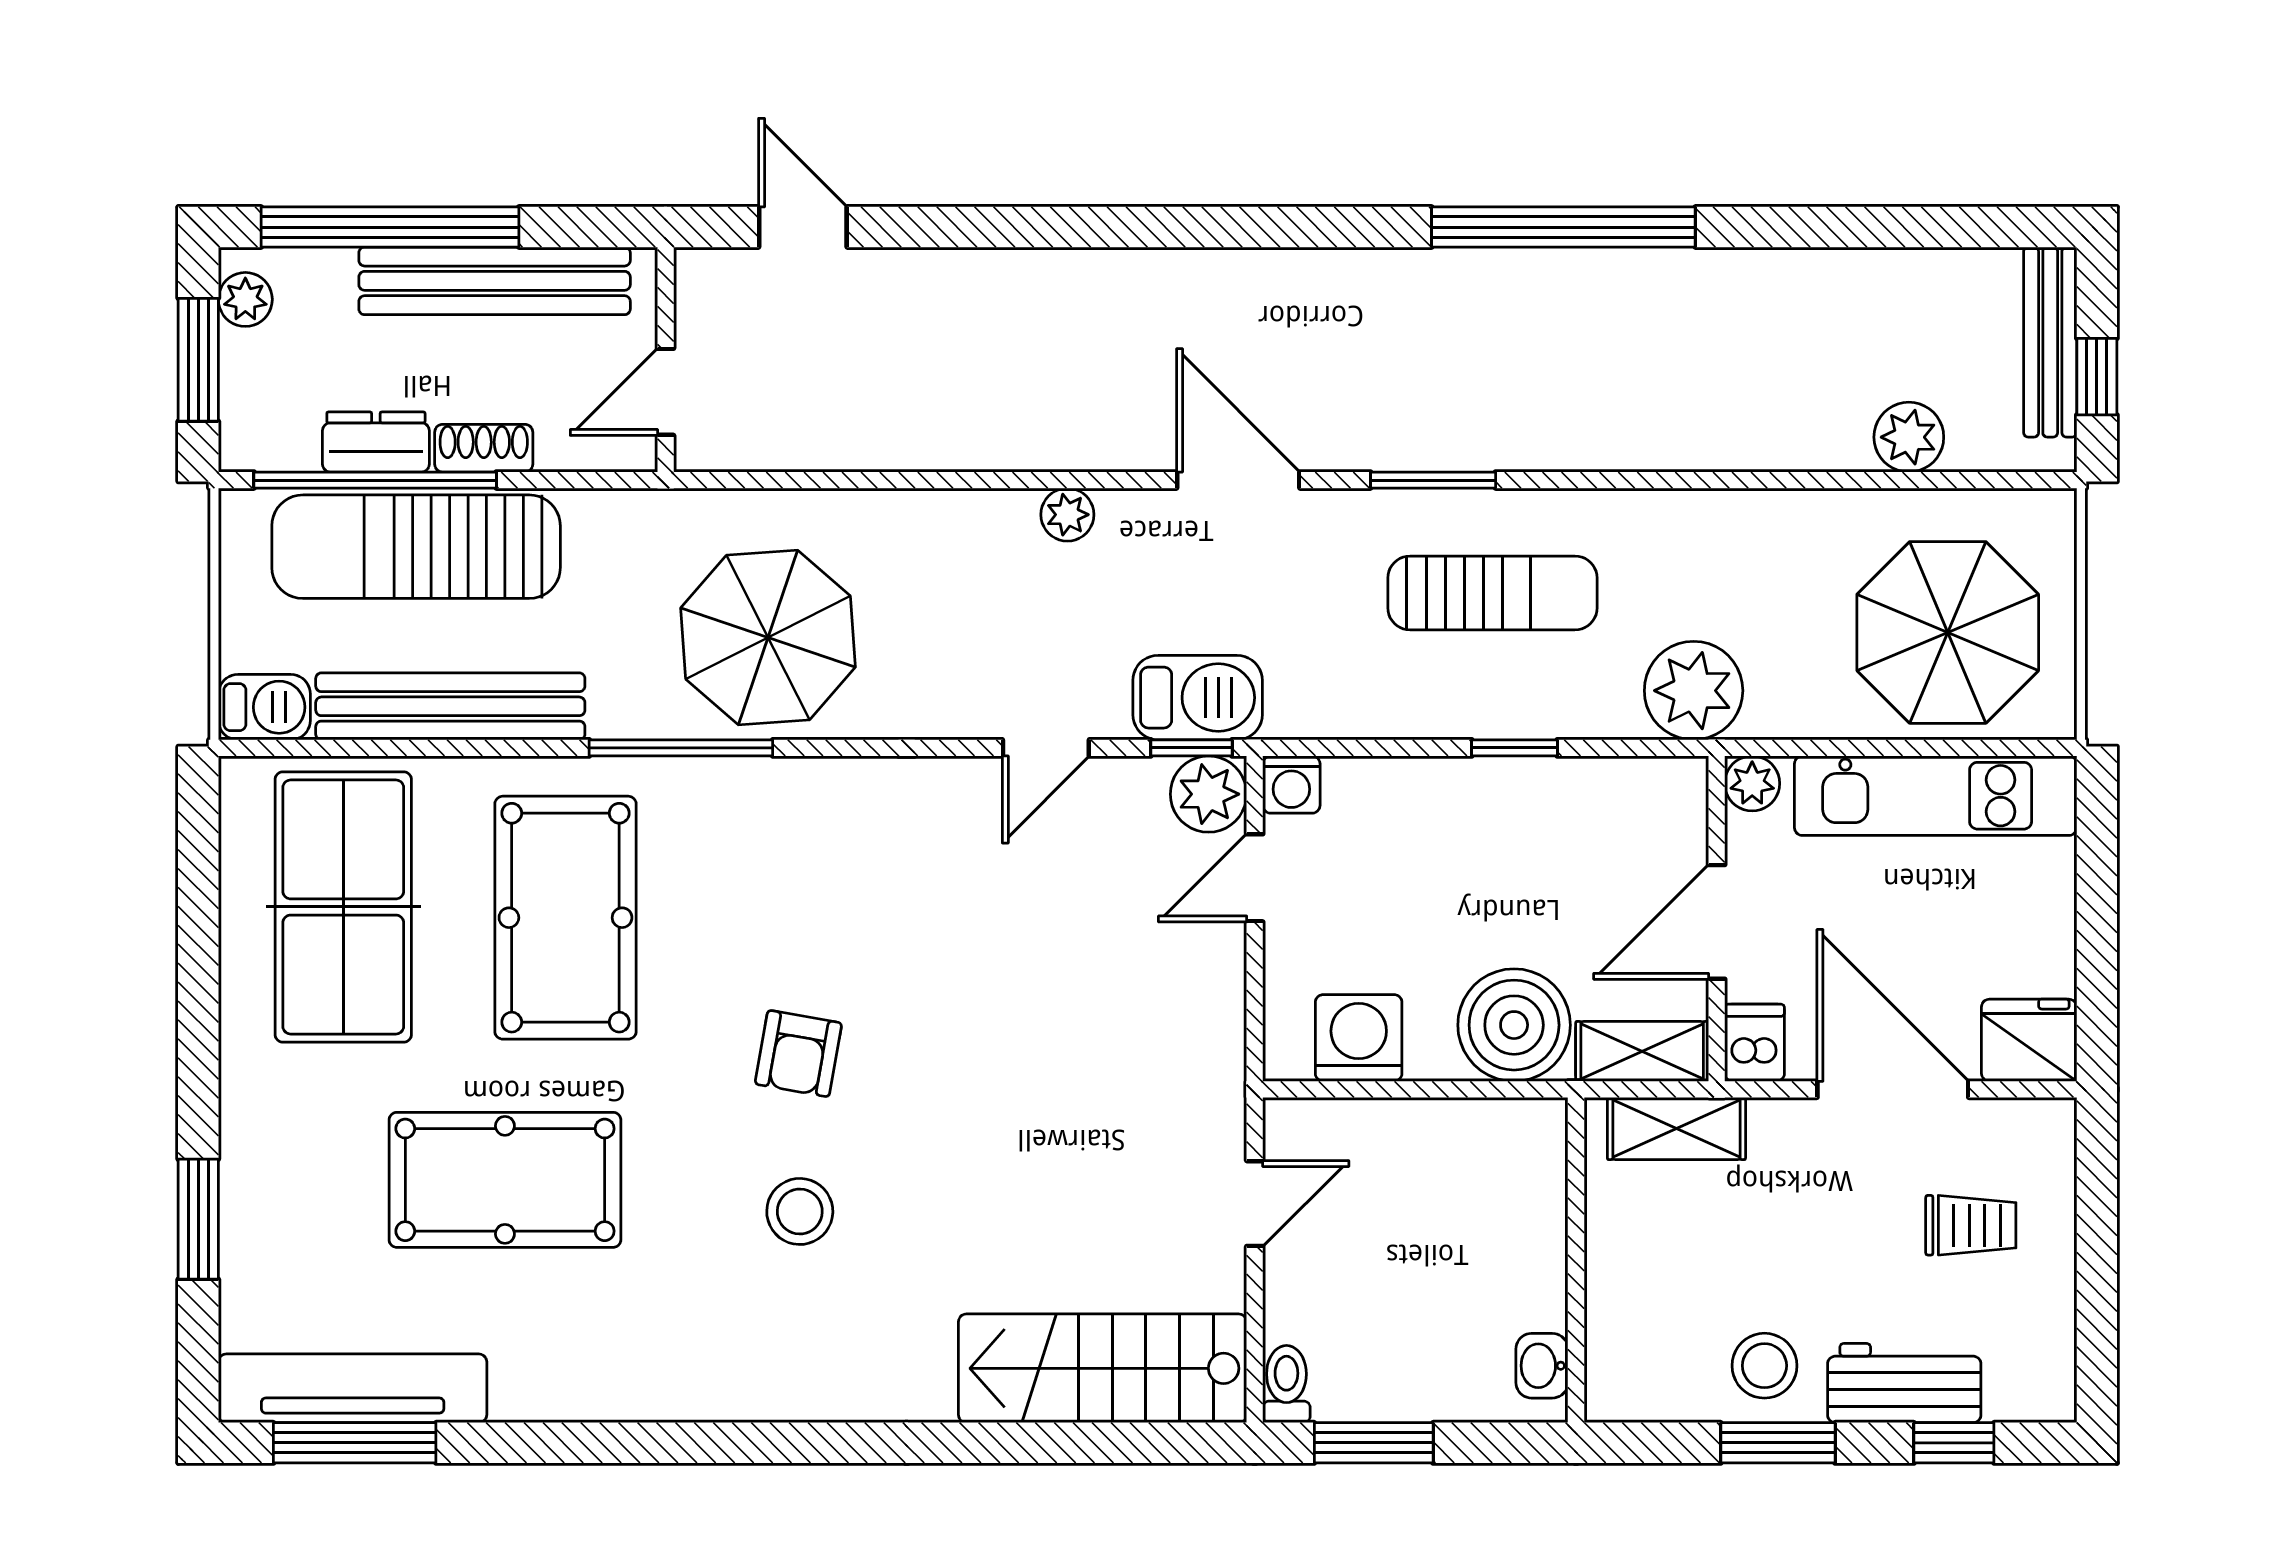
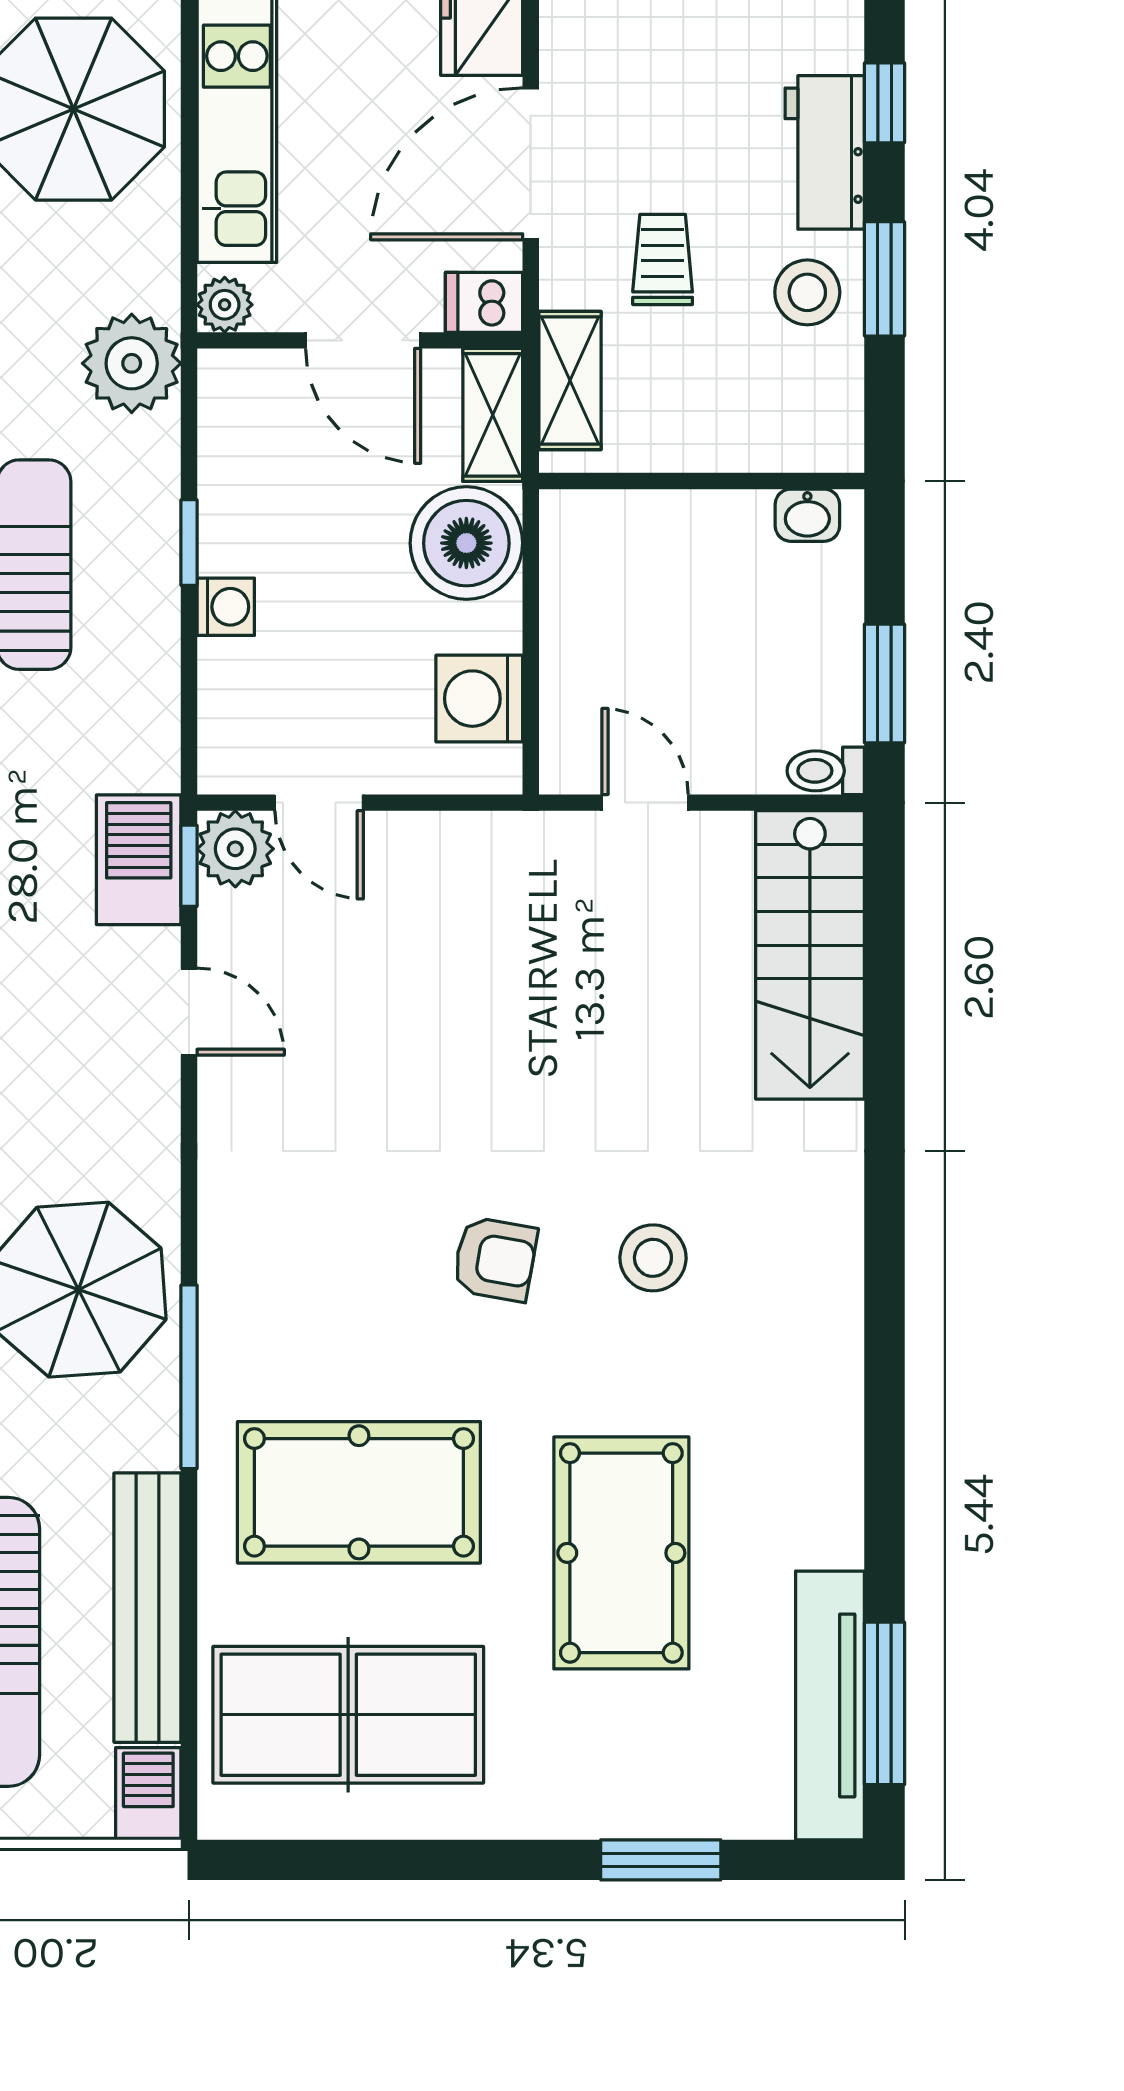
washing machine: (1291, 785) -> (226, 607), moved
trolley: (1971, 1225) -> (663, 259), moved

